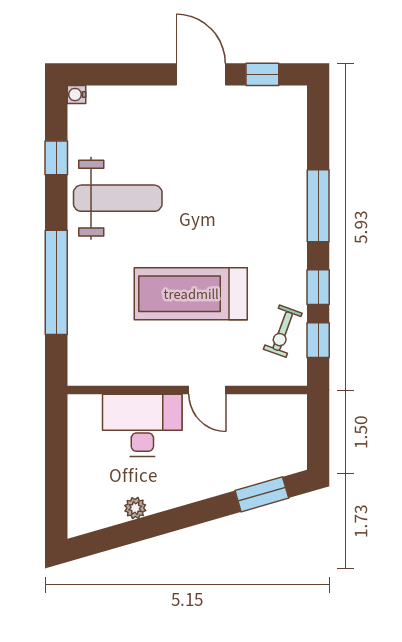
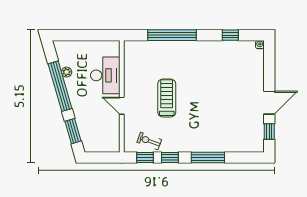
weight bench: (118, 198) -> (211, 64), removed
treadmill: (191, 294) -> (167, 98), width x0.73, depth x0.73
door: (207, 390) -> (122, 106), hinge flipped
window: (166, 522) -> (60, 86), added

